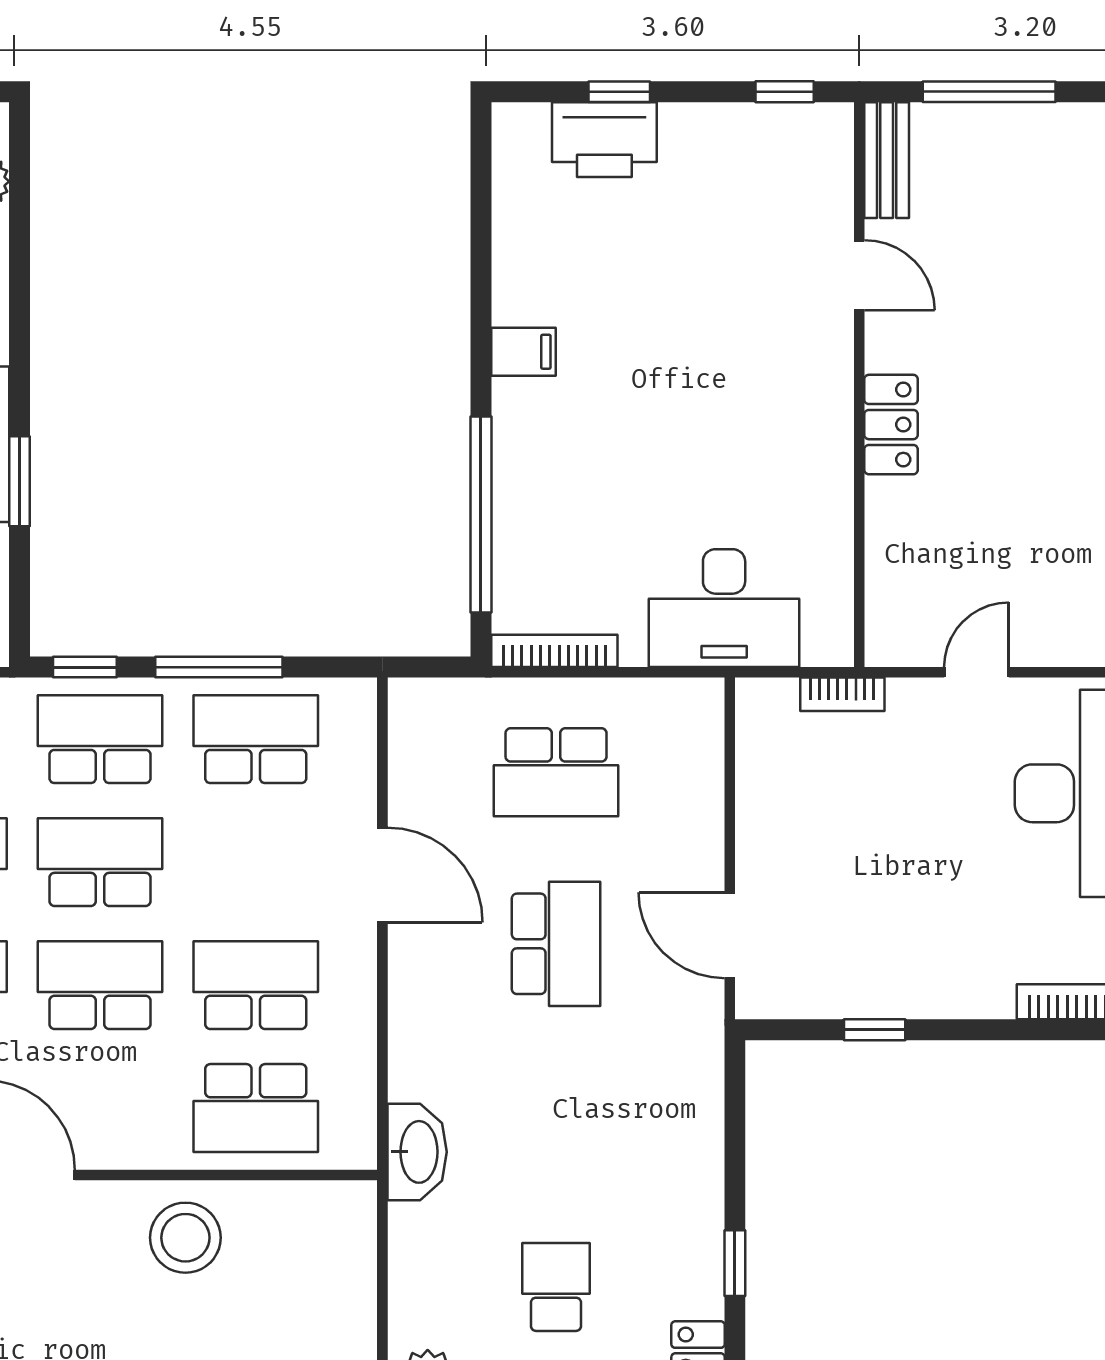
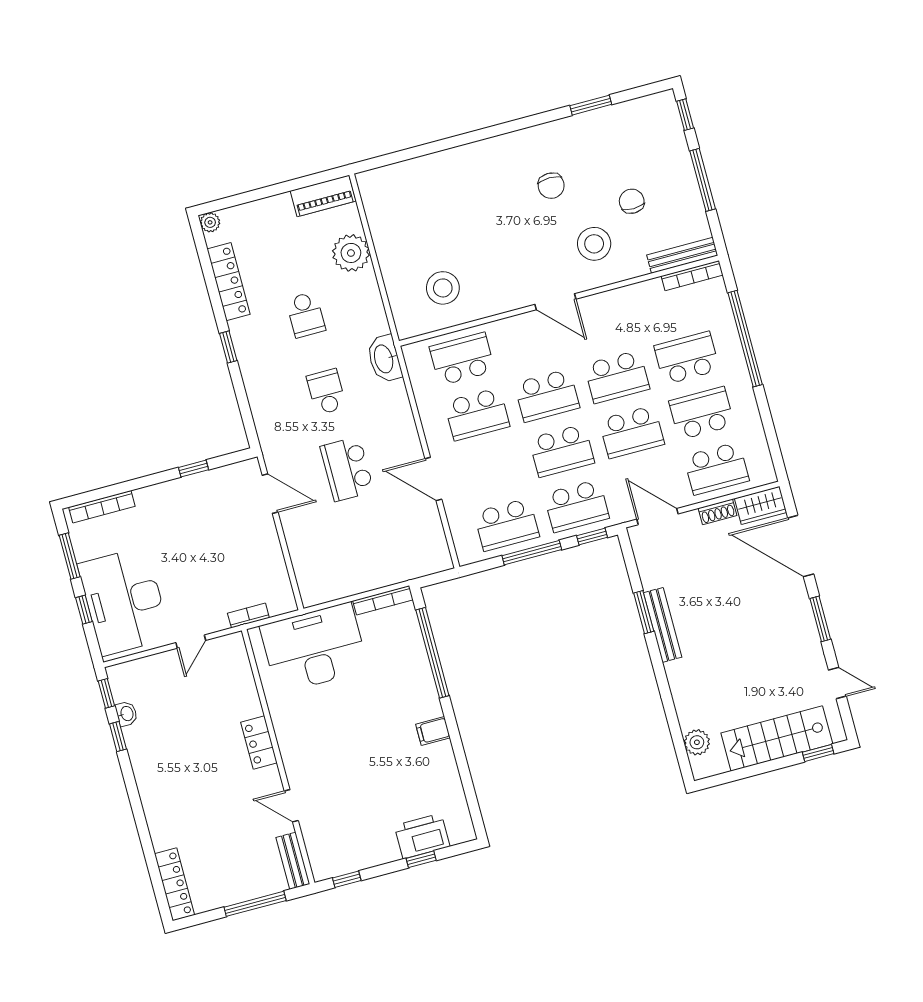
desk: (724, 608) -> (314, 648), width x1.36, depth x1.30
school desk: (556, 772) -> (326, 392), moved, width x0.54
stool: (185, 1238) -> (443, 288), moved

